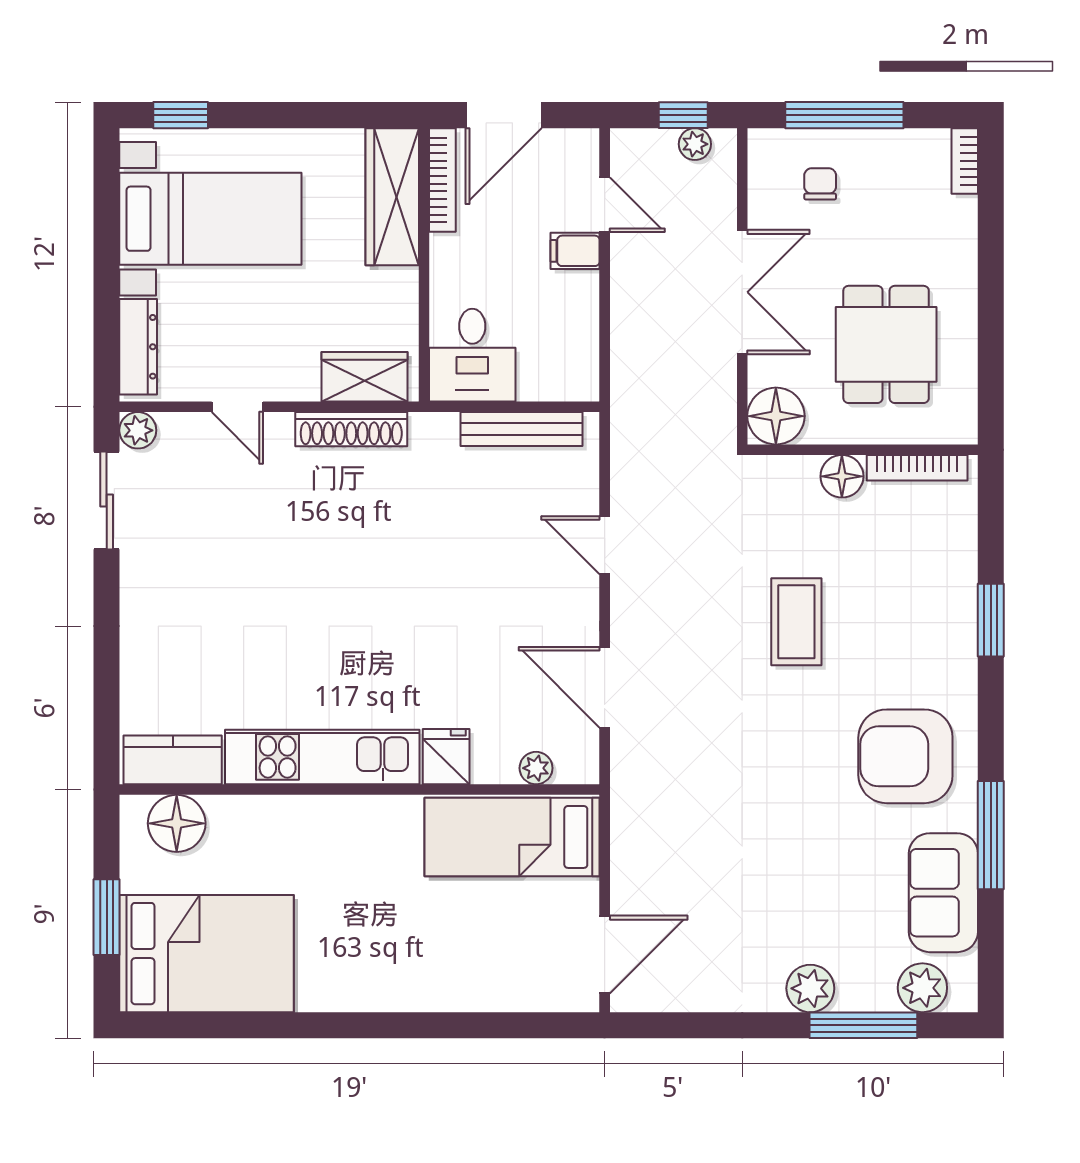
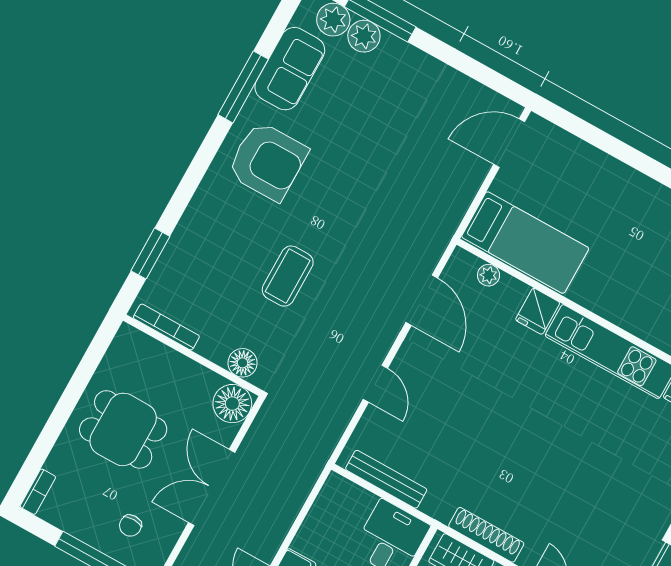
dining table: (886, 344) -> (123, 429), moved, turned 90
floor lamp: (842, 476) -> (243, 363), moved
window: (991, 620) -> (150, 254), moved
plant: (810, 988) -> (364, 36), moved

